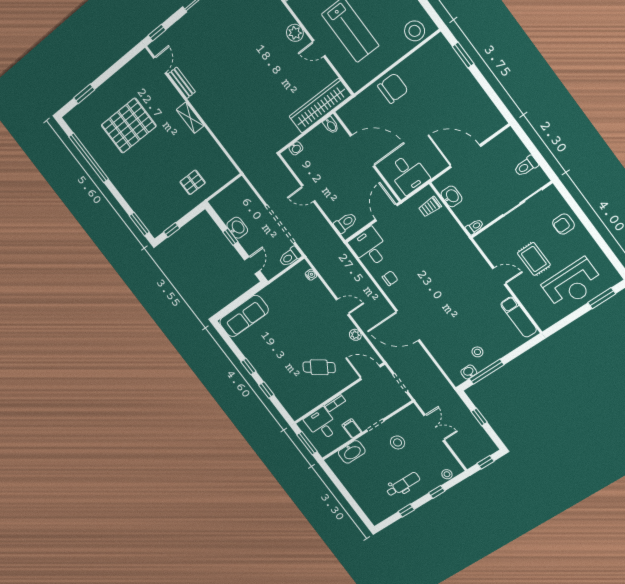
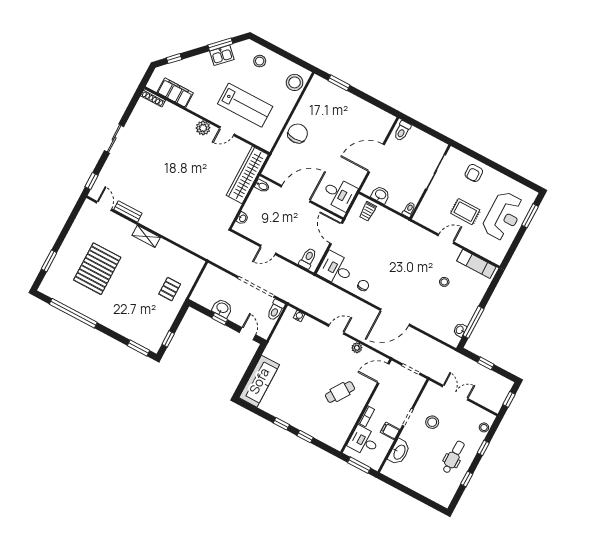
toilet: (526, 166) -> (402, 131), moved
stool: (477, 352) -> (444, 282), moved

